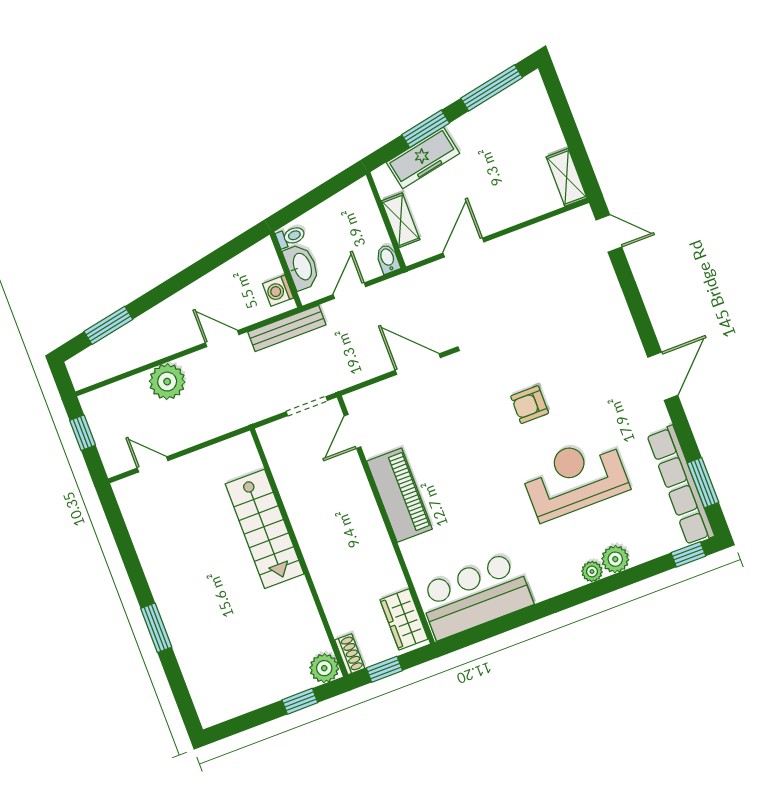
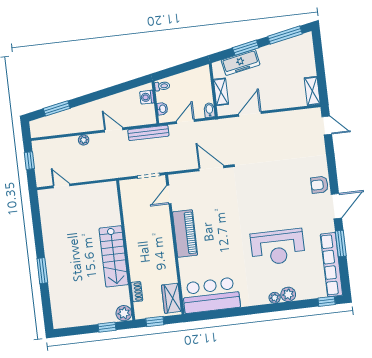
washbasin: (302, 267) -> (162, 109), width x0.52, depth x0.69
washing machine: (278, 291) -> (147, 97), moved
plant: (167, 382) -> (84, 140), width x0.53, depth x0.53
armchair: (530, 405) -> (319, 185), moved
reception desk: (575, 478) -> (278, 247), turned 180
window: (703, 483) -> (341, 244), moved
stairs: (265, 529) -> (114, 256), moved
shoe rack: (350, 654) -> (137, 292), moved

